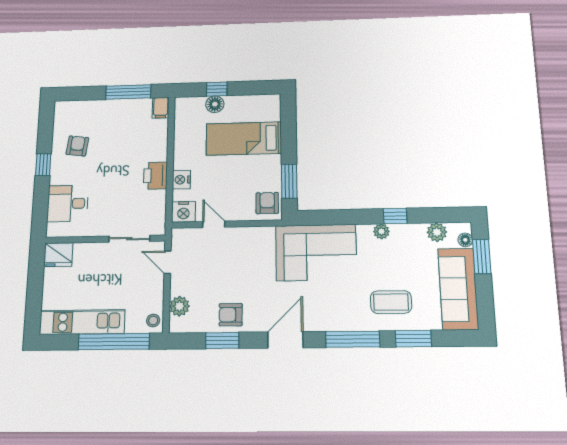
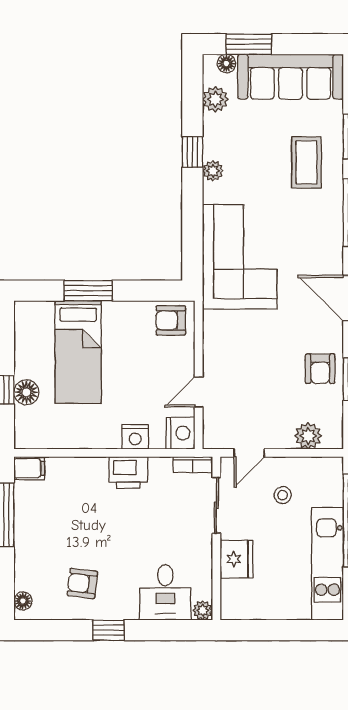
floor lamp: (67, 106) -> (23, 601), added
window: (289, 181) -> (88, 291), moved
bookcase: (160, 221) -> (193, 465), added
plant: (53, 230) -> (203, 610), added
fridge: (58, 255) -> (236, 559), moved
stool: (153, 320) -> (283, 495), moved

